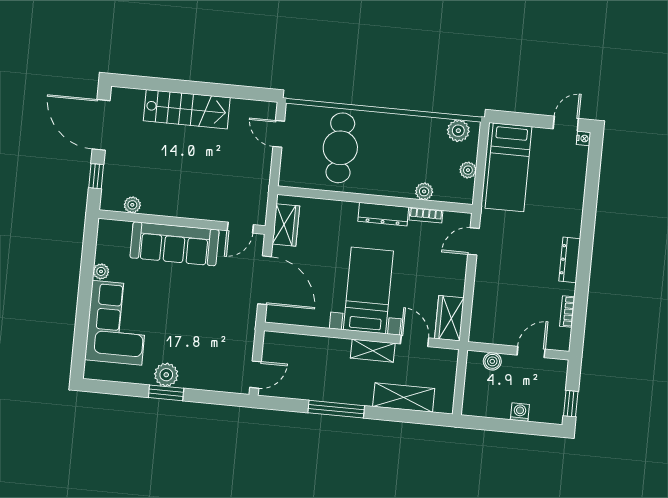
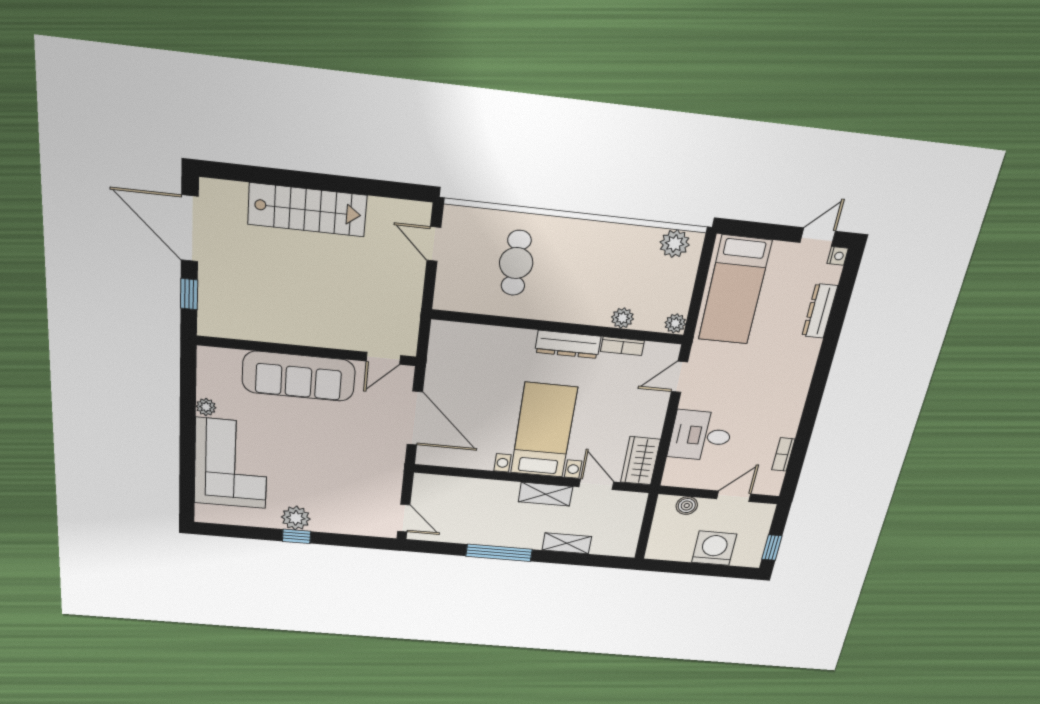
cafe table: (340, 148) -> (516, 263), width x0.73, depth x0.74
plant: (468, 170) -> (675, 323), moved
plant: (132, 205) -> (241, 330), removed
wardrobe: (286, 225) -> (442, 356), removed
dresser: (570, 260) -> (820, 311), moved
desk: (497, 294) -> (701, 436), added
door: (256, 375) -> (404, 518), hinge flipped
window: (166, 393) -> (297, 536), width x0.67
shelving: (404, 398) -> (567, 543), width x0.67, depth x0.75
washing machine: (520, 412) -> (714, 548), width x1.89, depth x1.89

